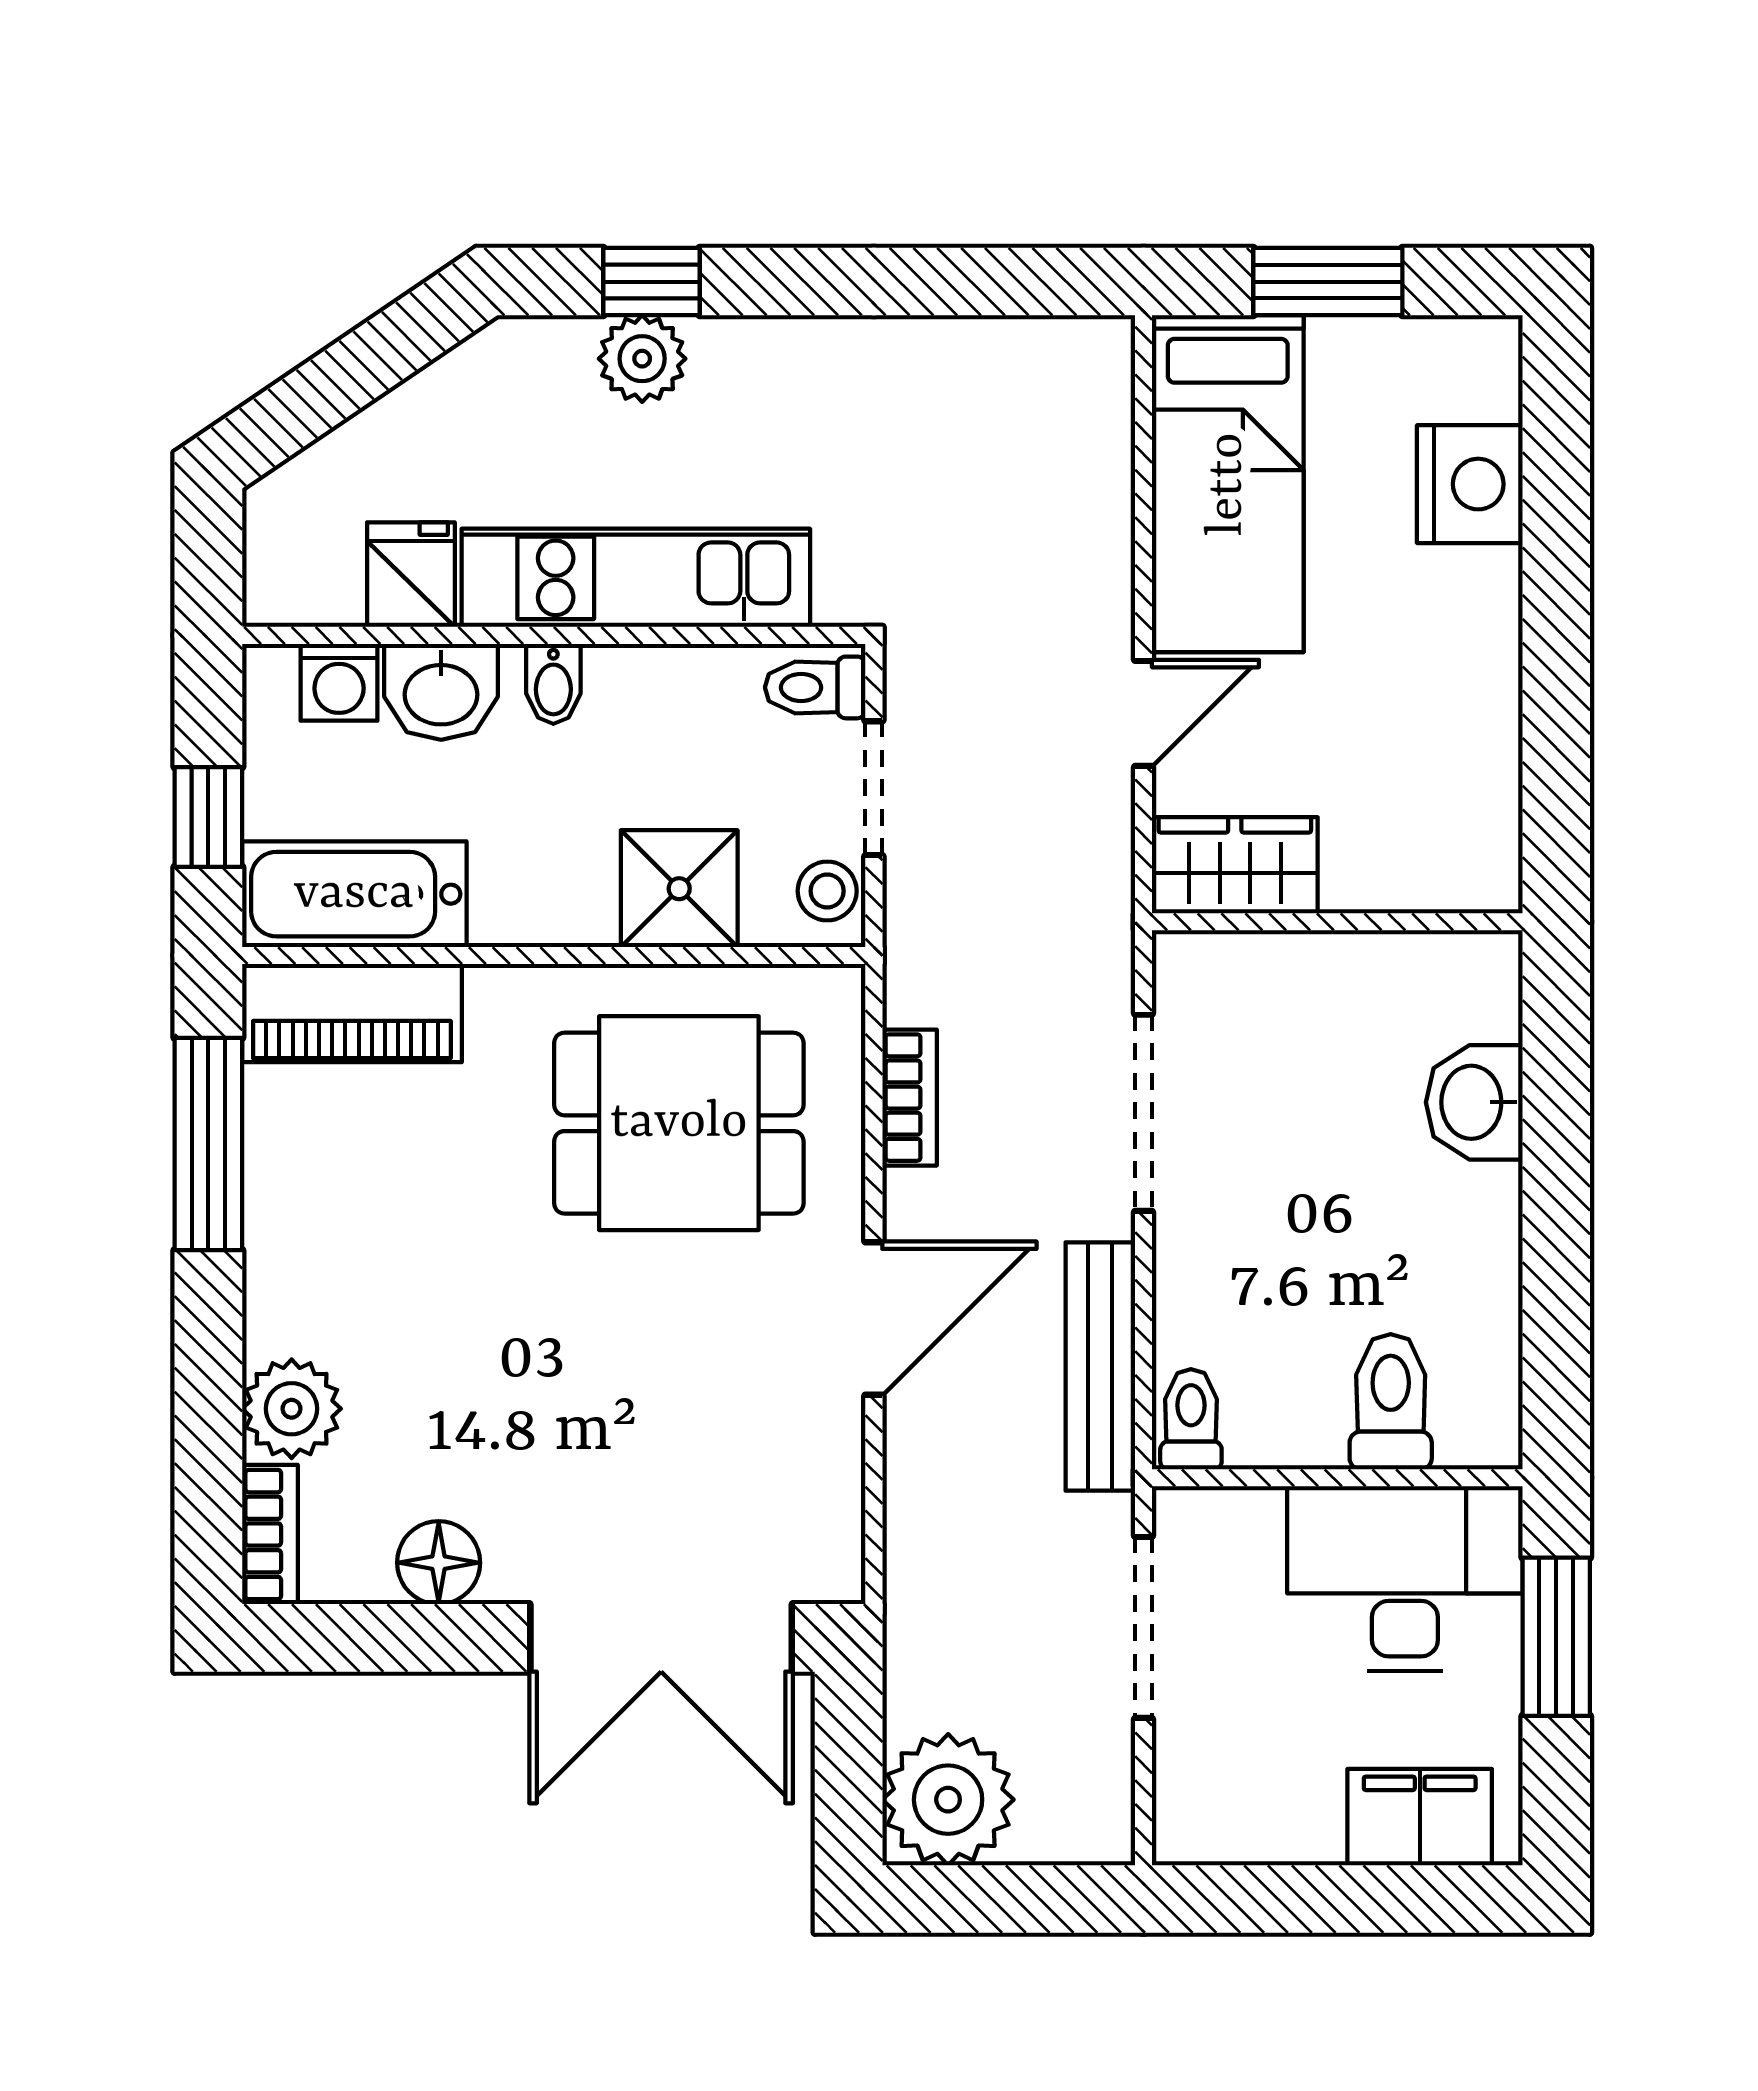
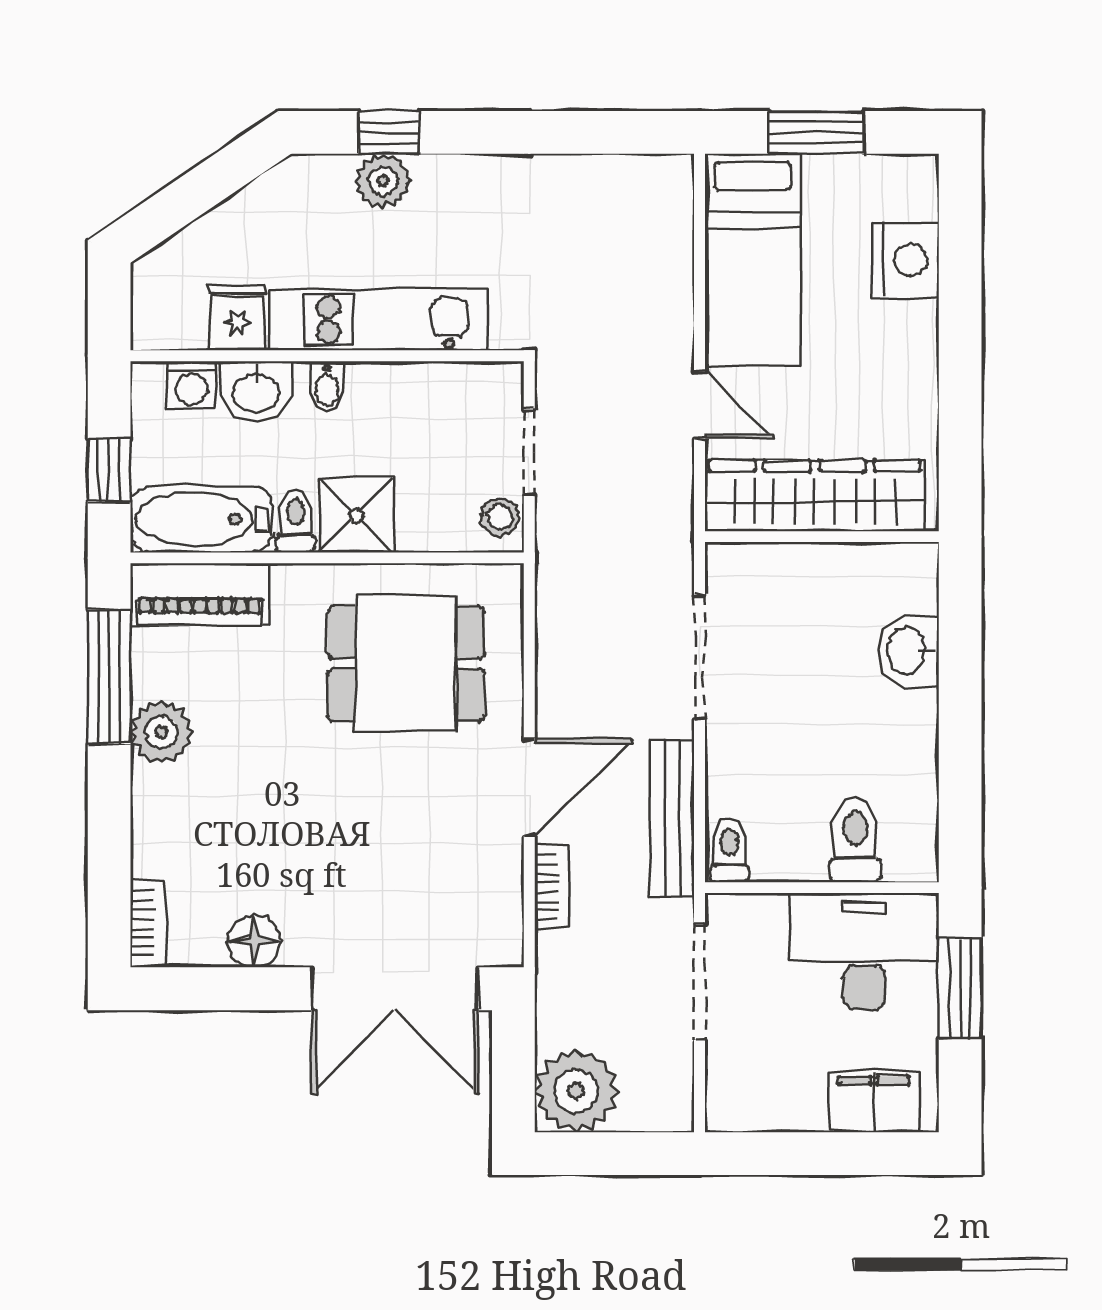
toilet: (815, 687) -> (296, 521), moved, turned 90
door: (1143, 713) -> (700, 405), hinge flipped
wardrobe: (1235, 865) -> (815, 496), width x2.10, depth x1.17
shower: (679, 889) -> (356, 516), moved
bookcase: (910, 1098) -> (552, 887), moved
plant: (292, 1409) -> (162, 732), moved

